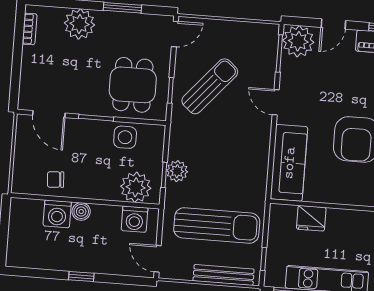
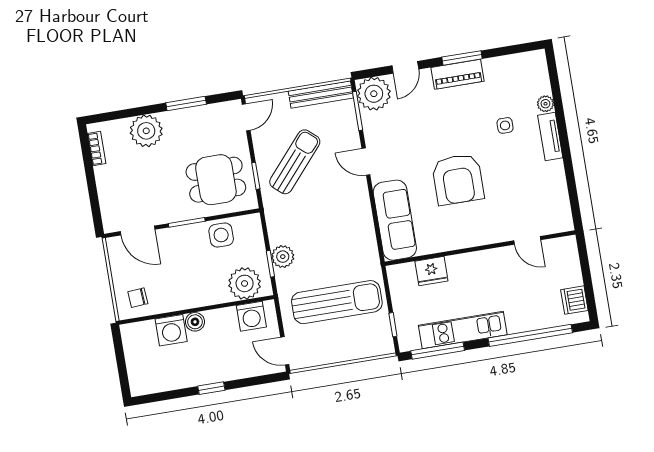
dining table: (133, 85) -> (216, 180), turned 90
chair: (56, 180) -> (138, 298), moved
bench: (224, 275) -> (321, 94), moved

